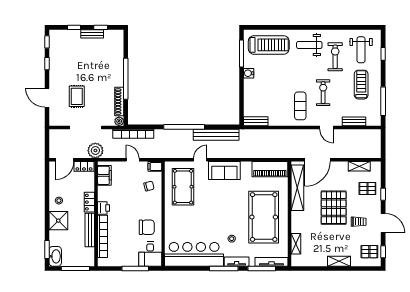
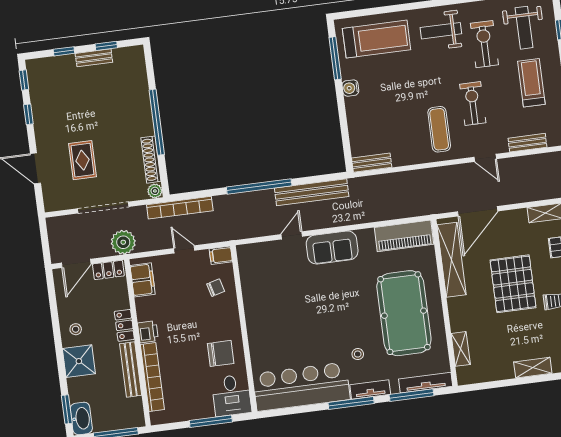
pool table: (183, 187) -> (270, 282), removed

